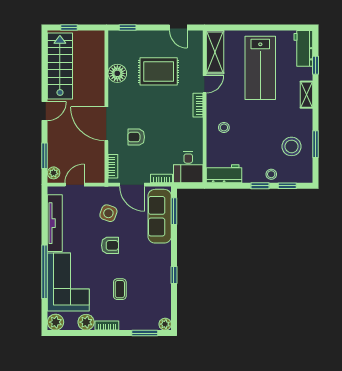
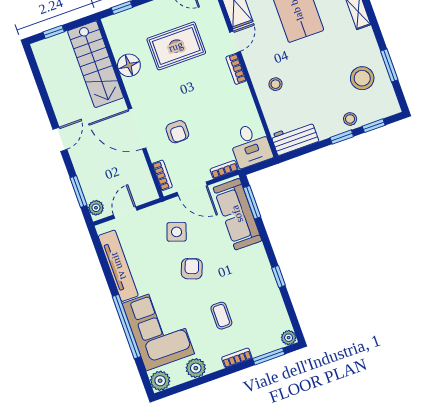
stairs: (60, 66) -> (96, 64), moved, turned 180
armchair: (136, 137) -> (177, 132), turned -90
armchair: (110, 245) -> (192, 269), turned -69
bookcase: (107, 325) -> (237, 358), moved

